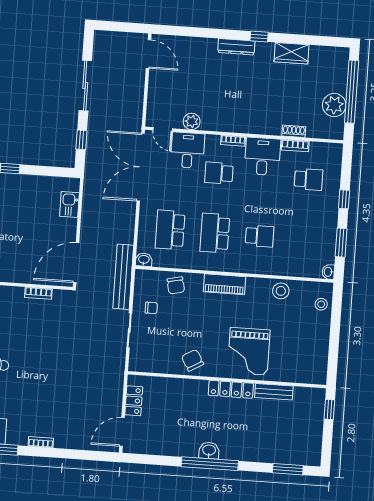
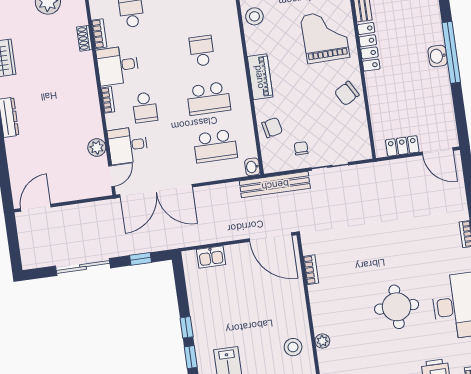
grand piano: (249, 351) -> (325, 37), turned -91

